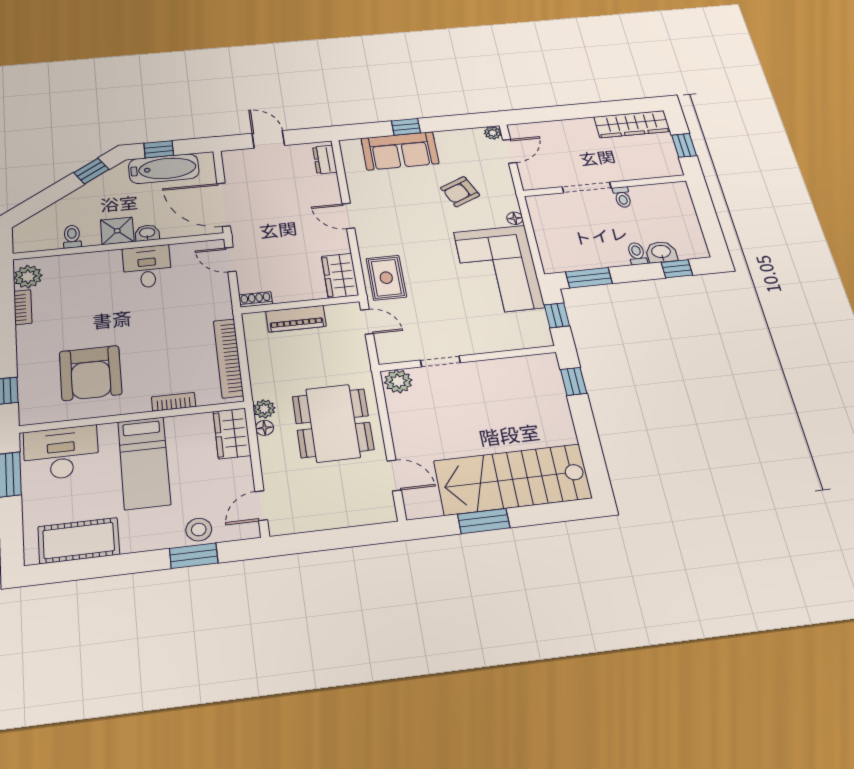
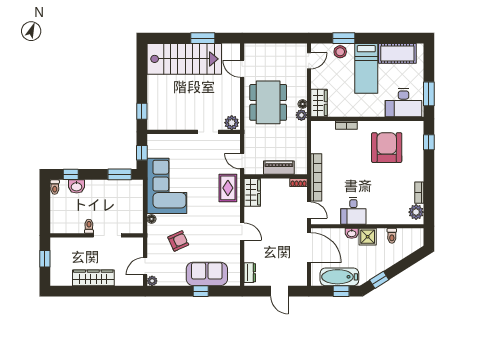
wardrobe: (632, 124) -> (93, 278), moved
toilet: (637, 254) -> (55, 187), moved
bookcase: (228, 358) -> (316, 177), moved
bed: (144, 463) -> (366, 68), moved, turned 180

